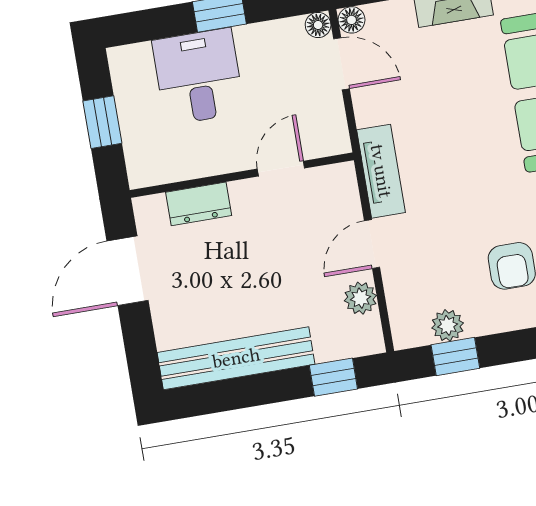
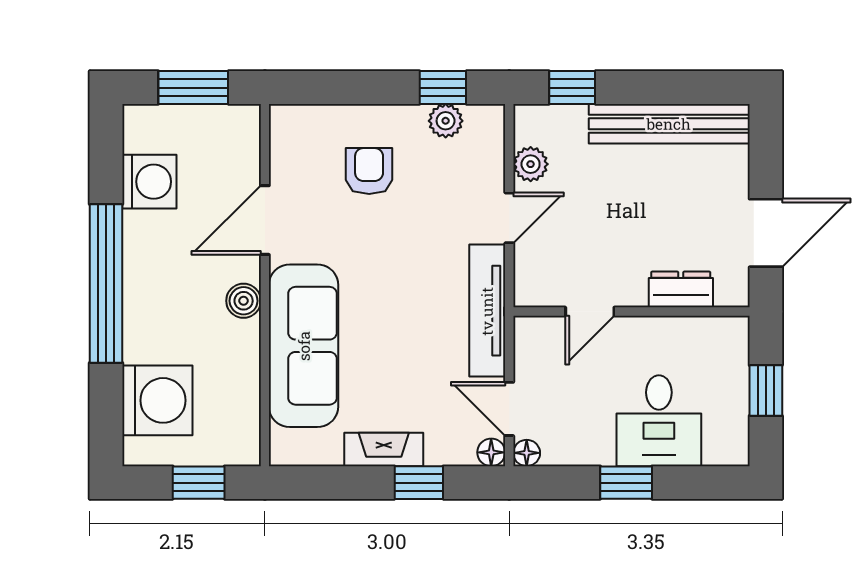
tv unit: (381, 171) -> (487, 311), width x1.41

